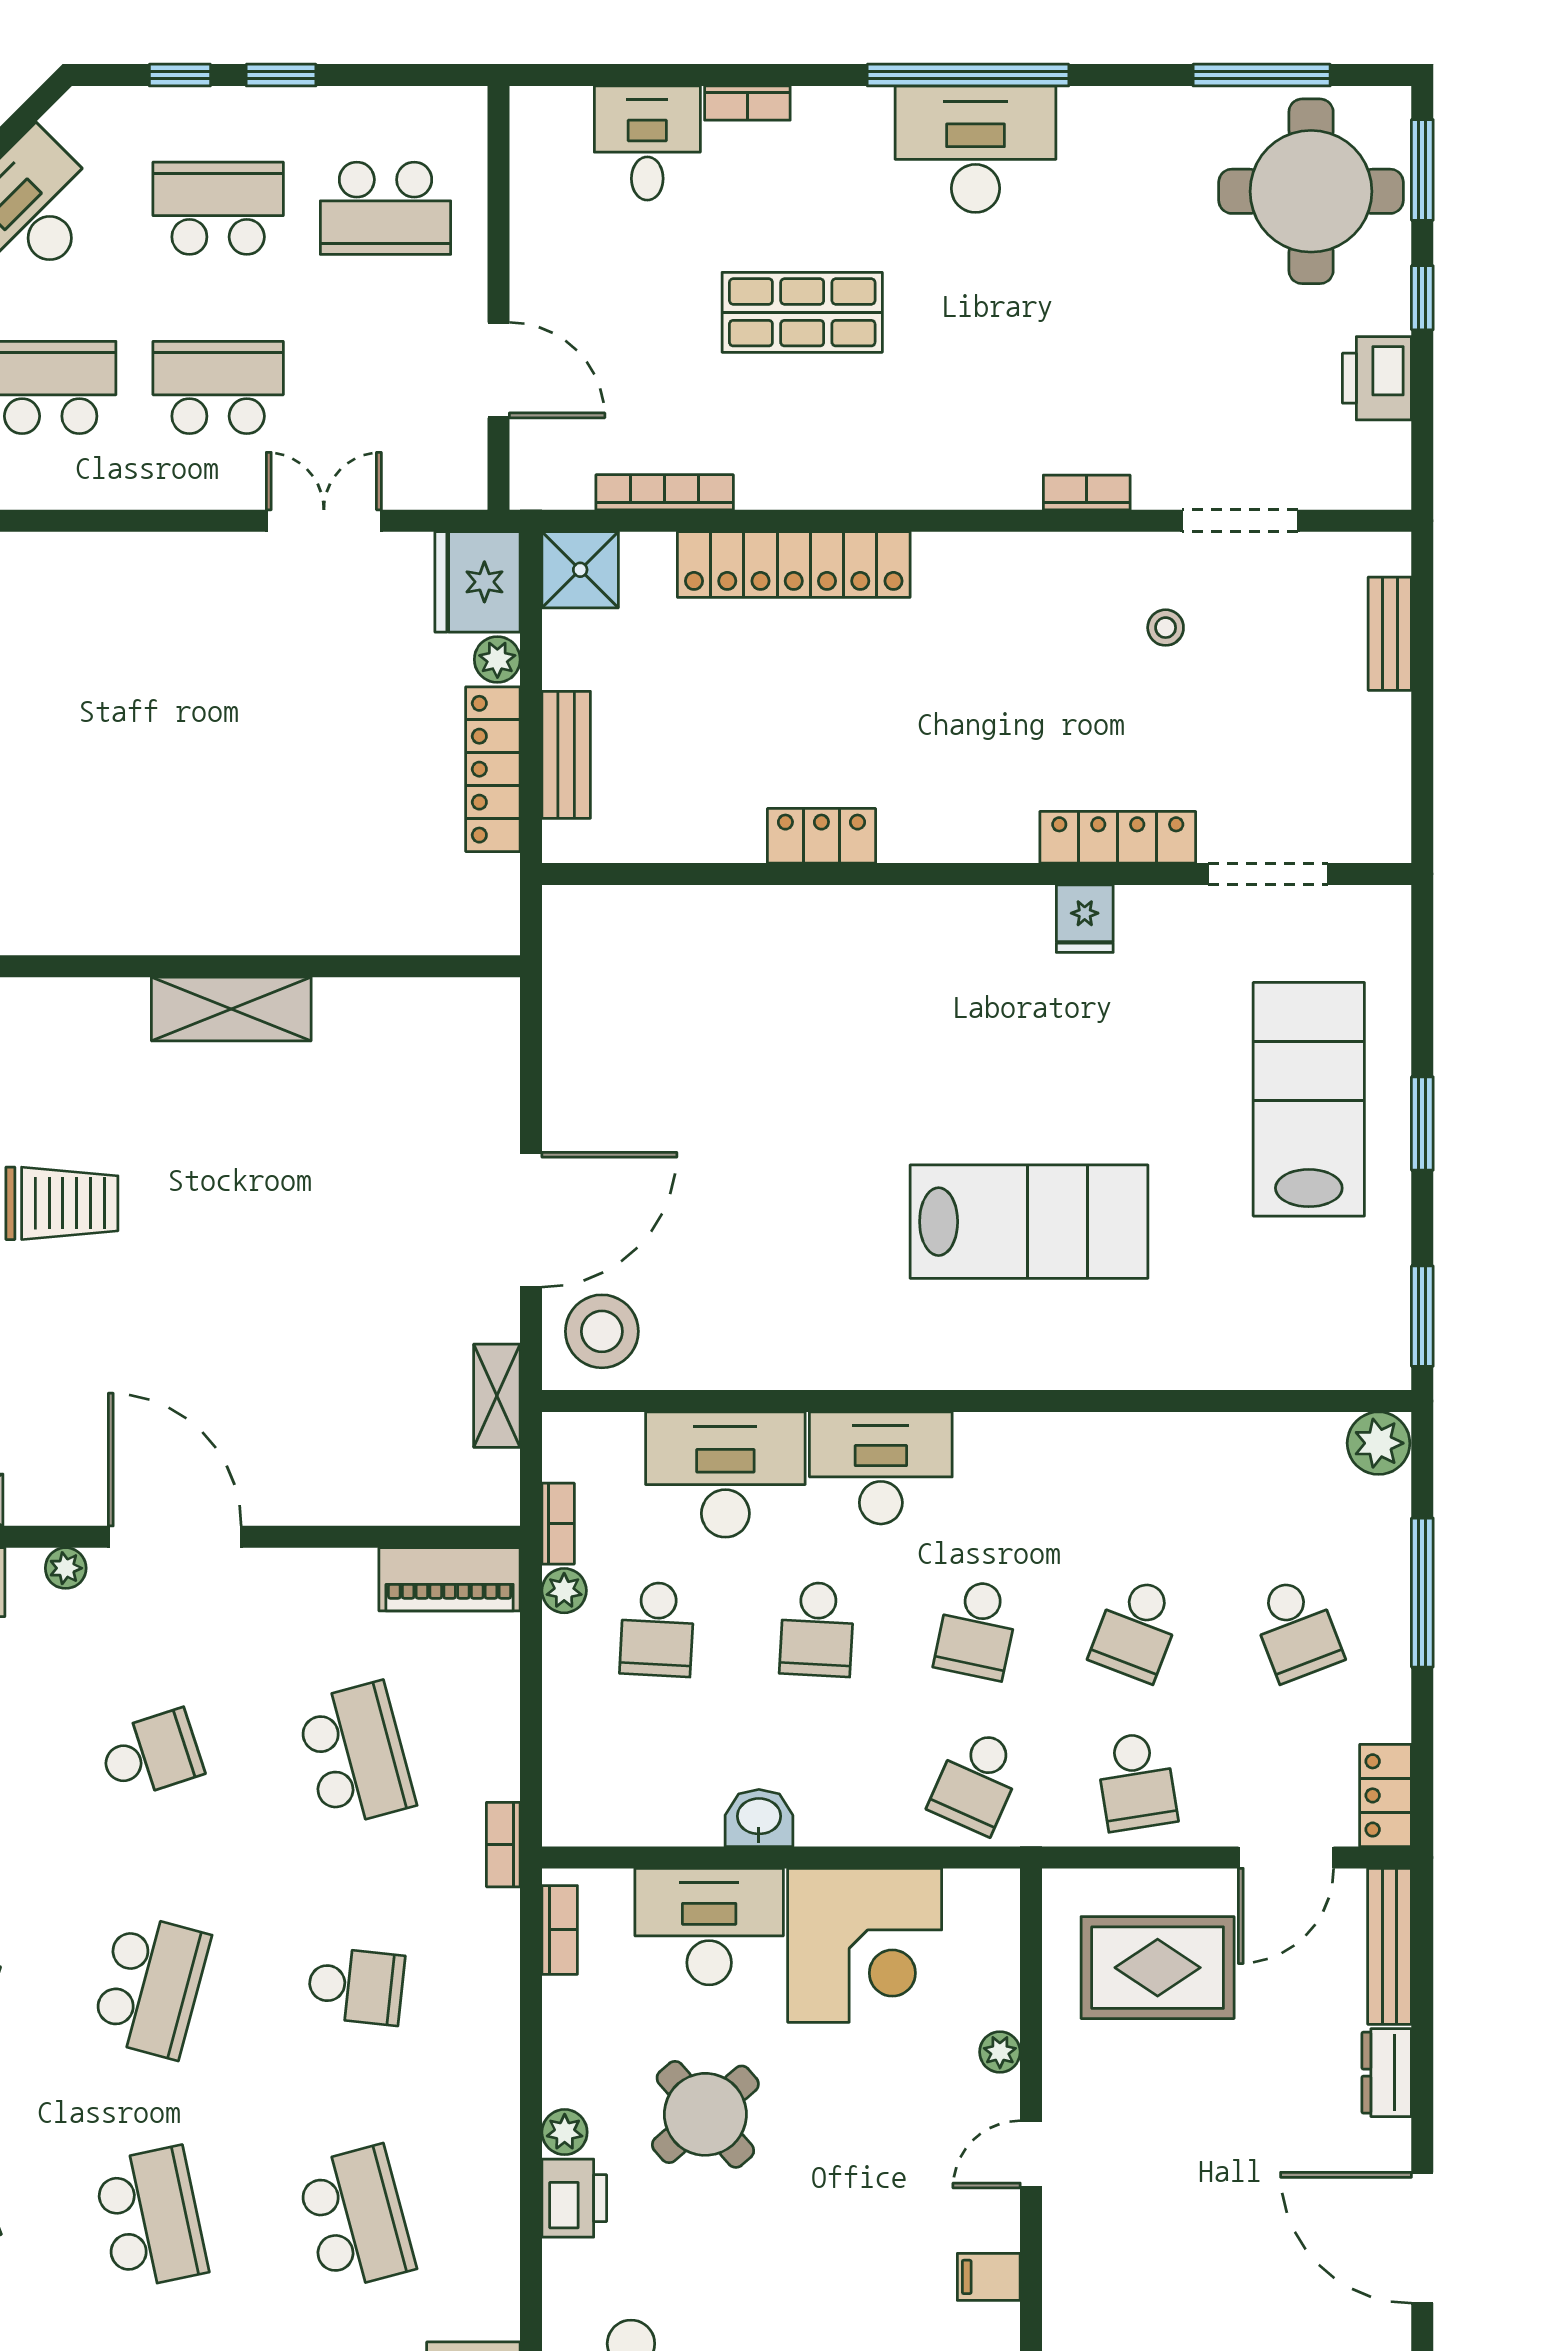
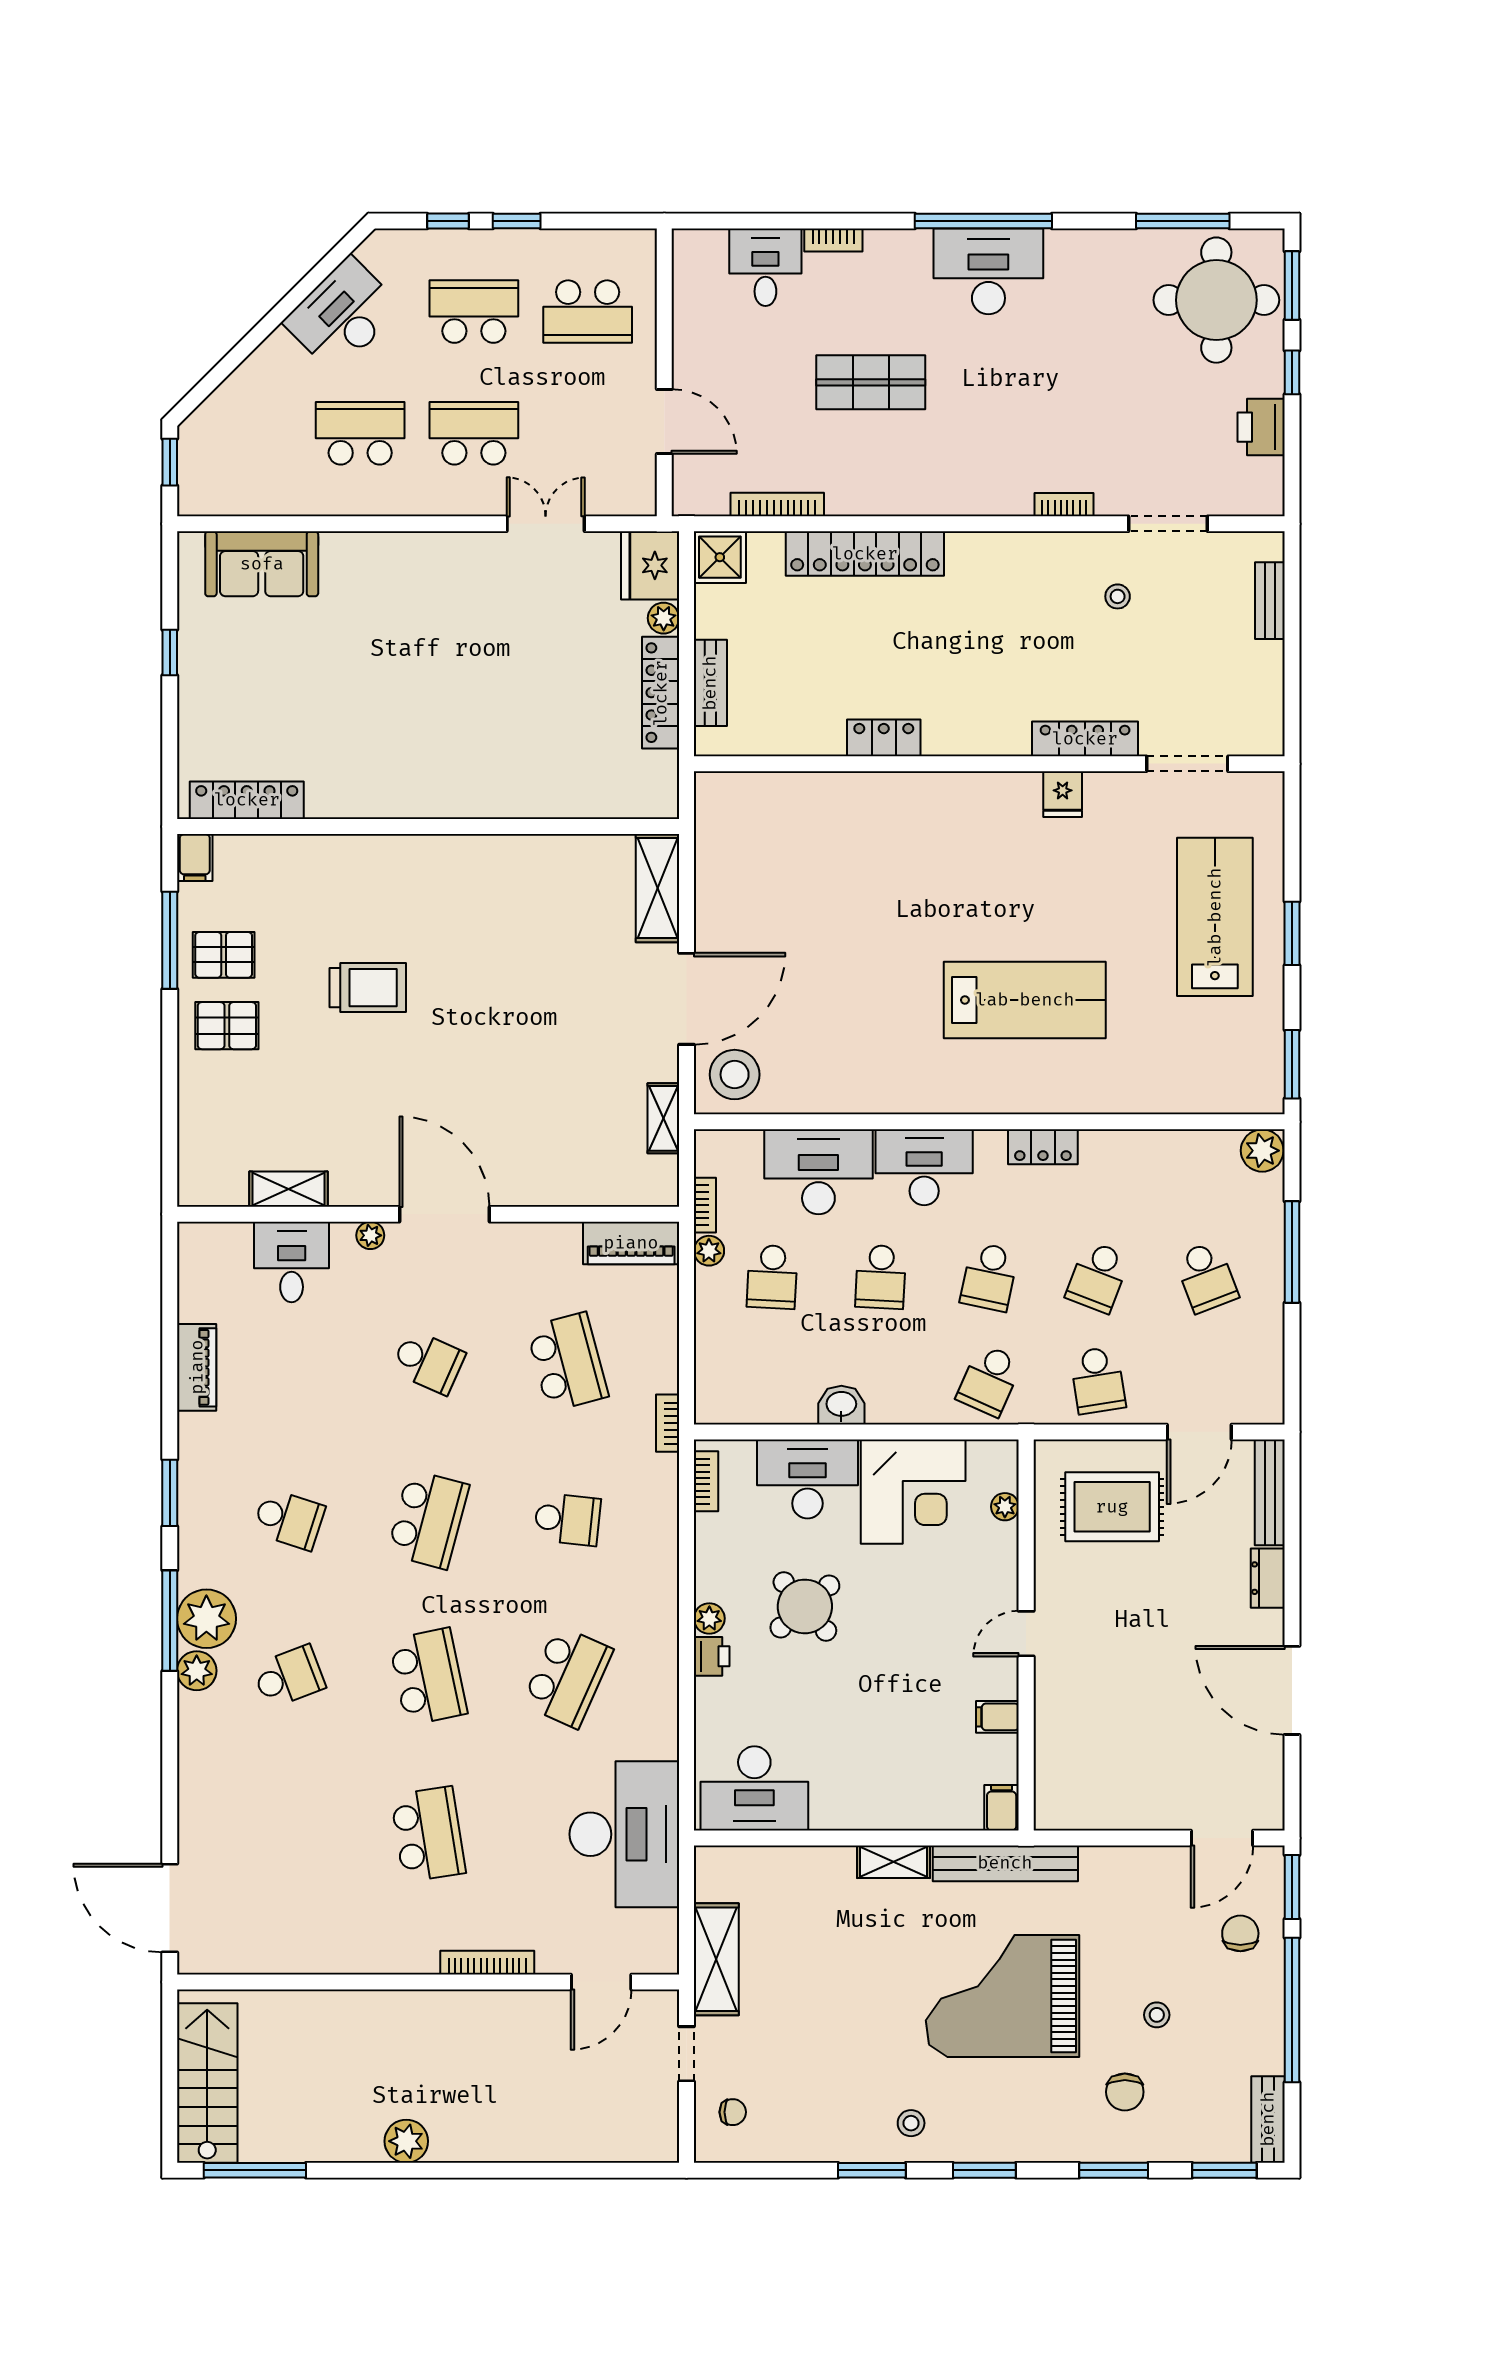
shelving: (231, 1009) -> (657, 888), moved, turned 90
school desk: (151, 1754) -> (428, 1362), turned 42
locker: (1386, 1795) -> (1043, 1147), moved, turned -90
plant: (1000, 2052) -> (1005, 1507), moved
printer: (574, 2198) -> (712, 1656), width x0.73, depth x0.81
school desk: (356, 2218) -> (567, 1677), turned 39

